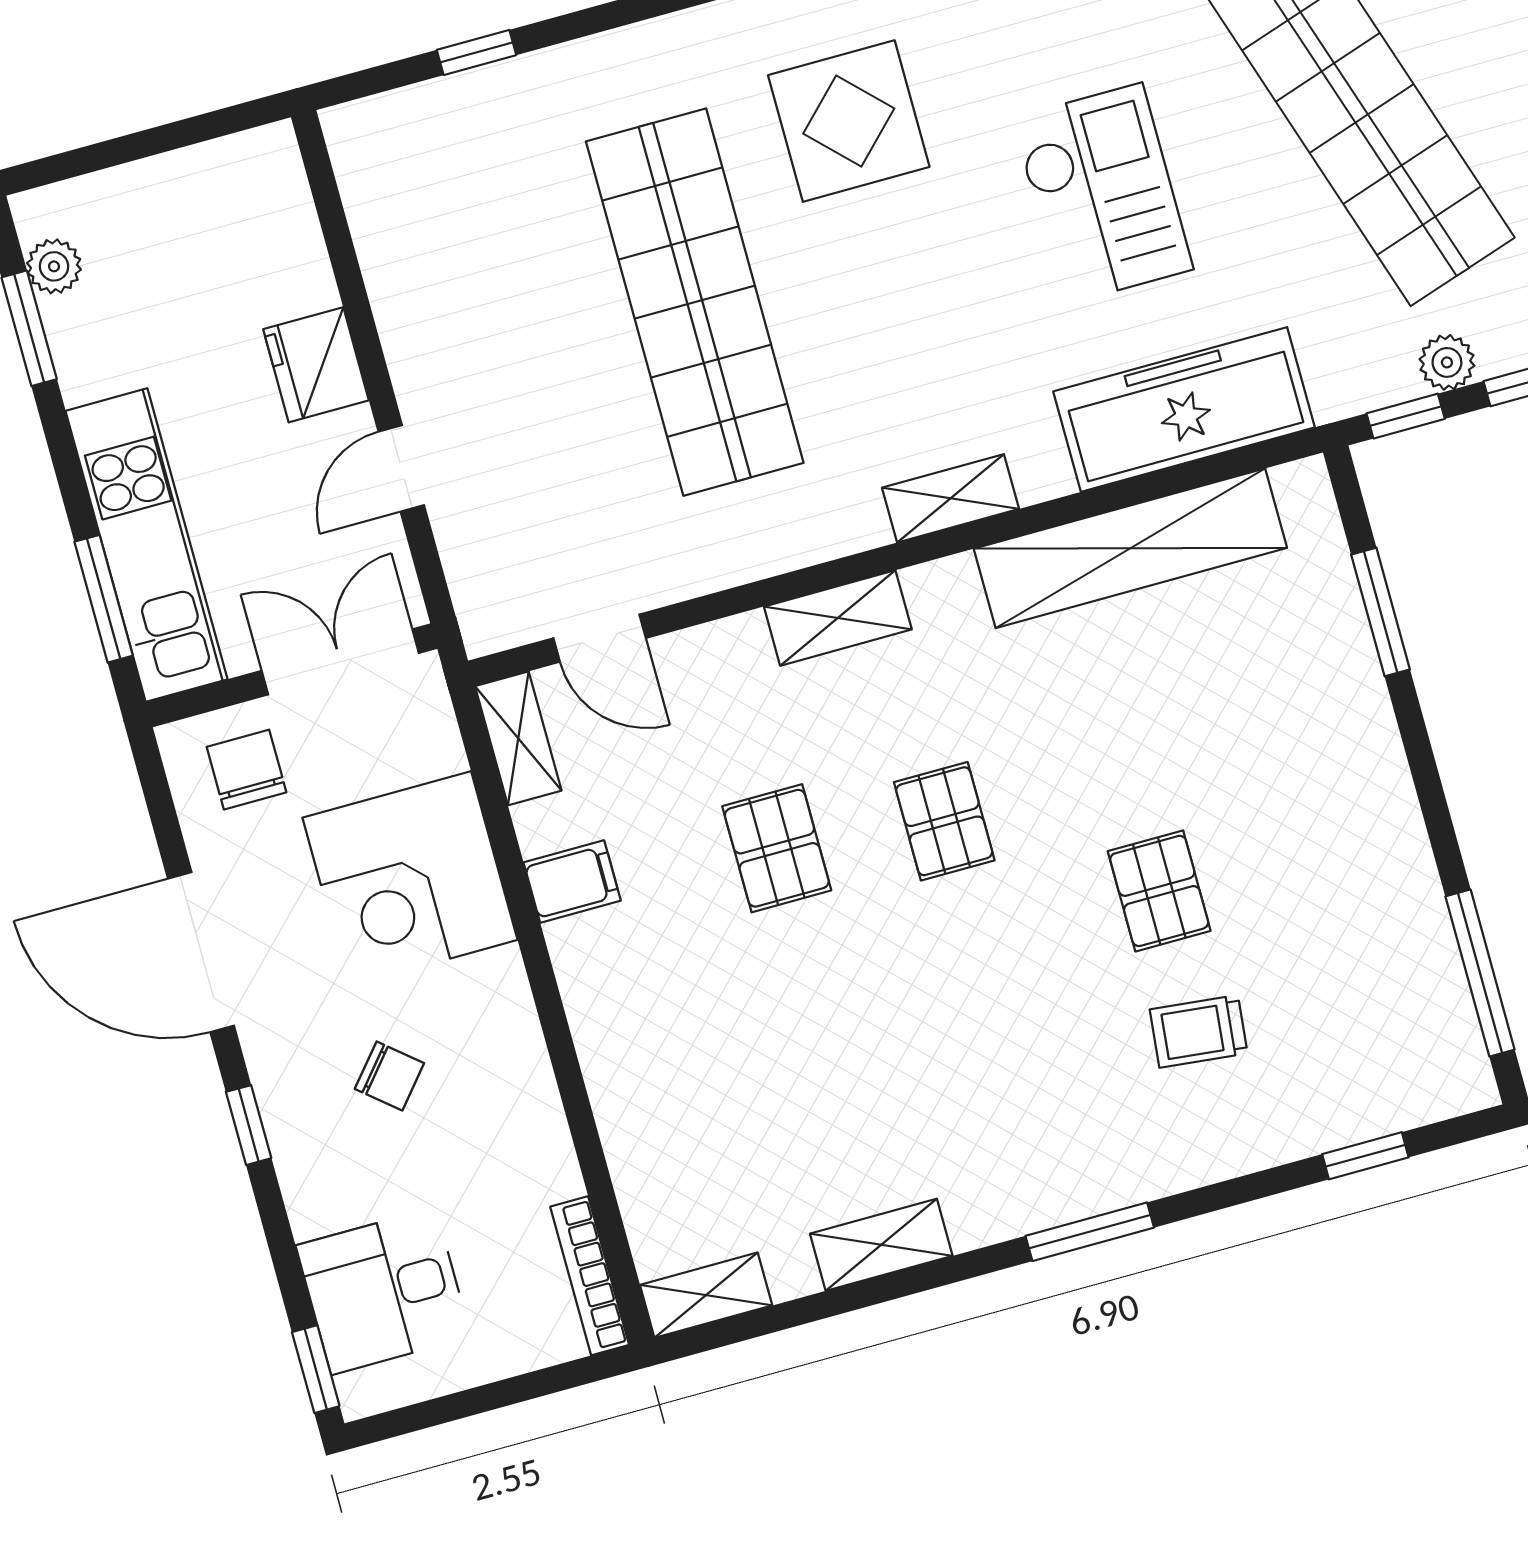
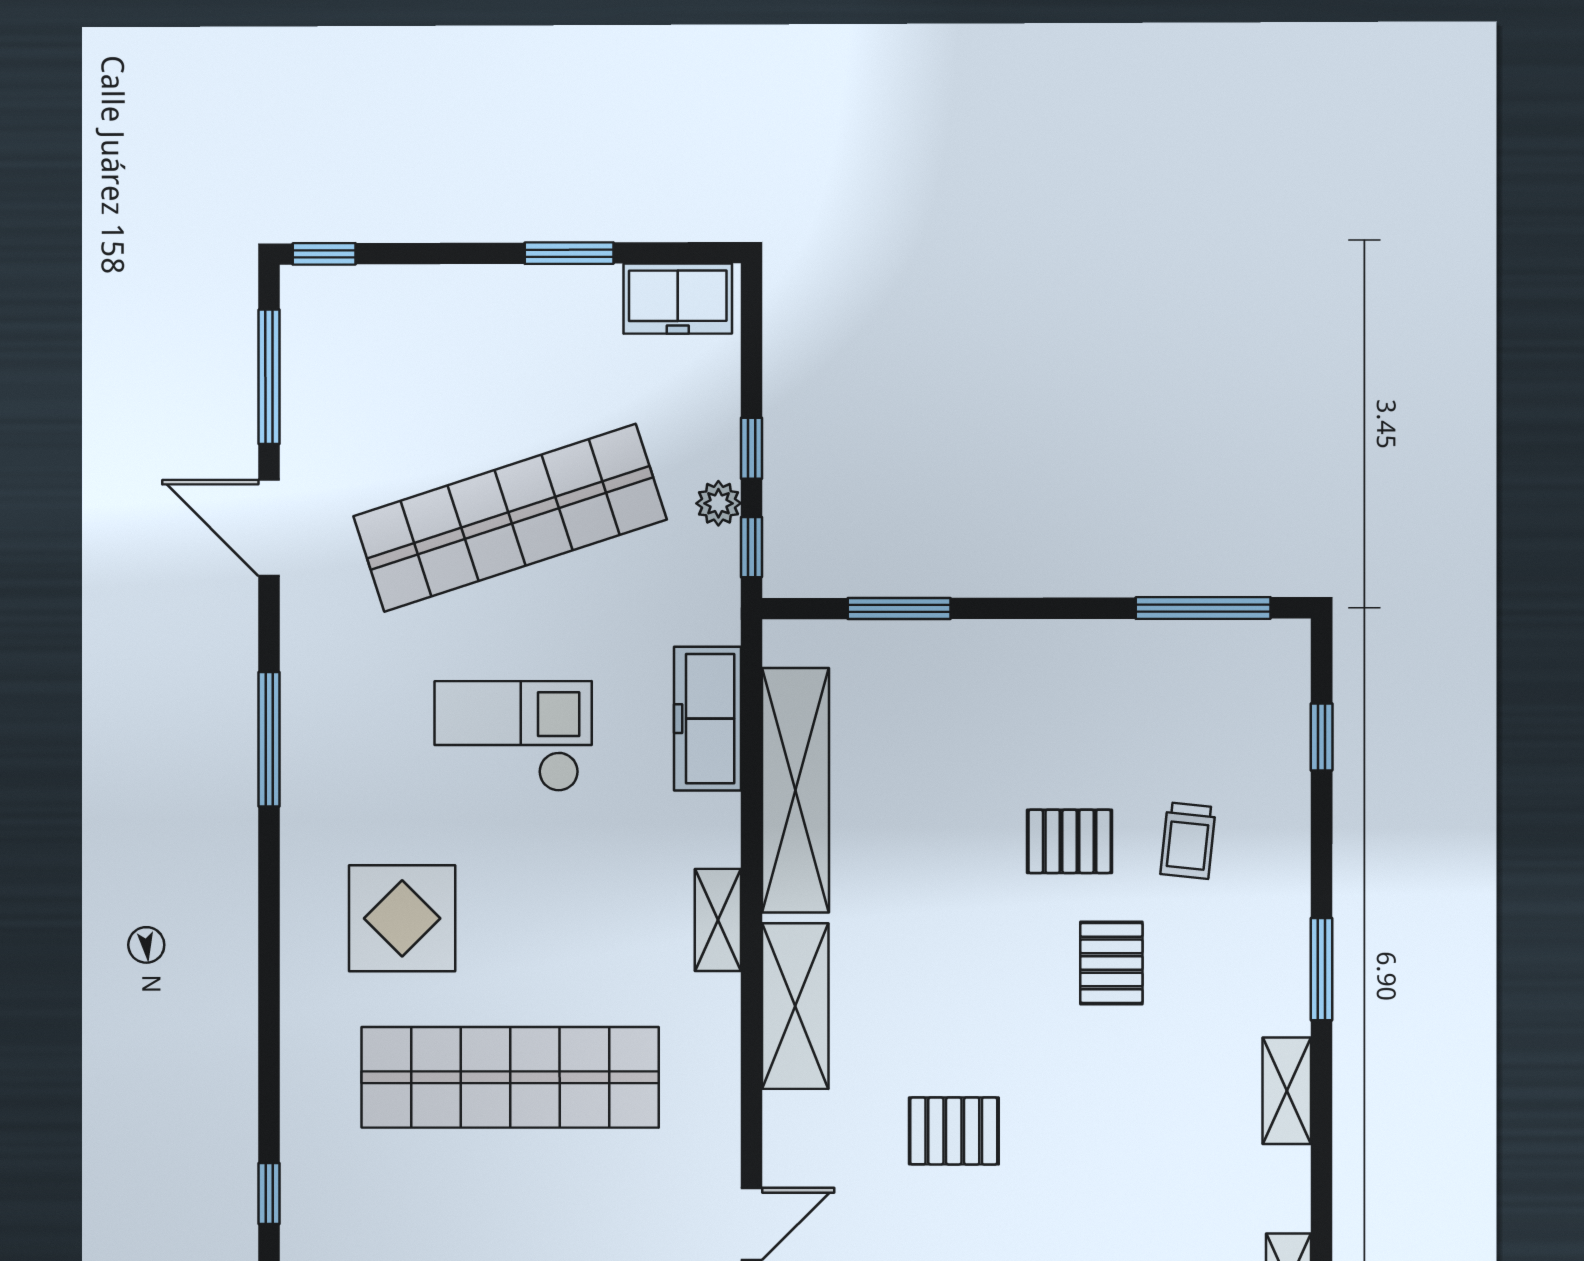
freezer: (1184, 409) -> (707, 719), width x0.73, depth x0.79
shelving: (838, 618) -> (795, 1006), width x1.50, depth x1.33
pallet: (944, 821) -> (1111, 963), moved, turned 90
shelving: (881, 1245) -> (1287, 1091), moved

